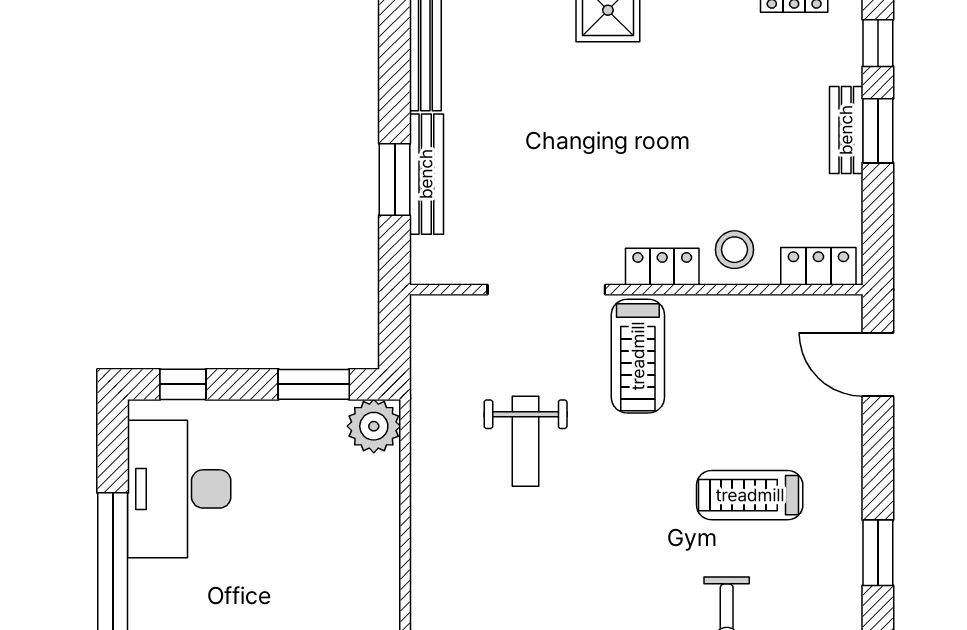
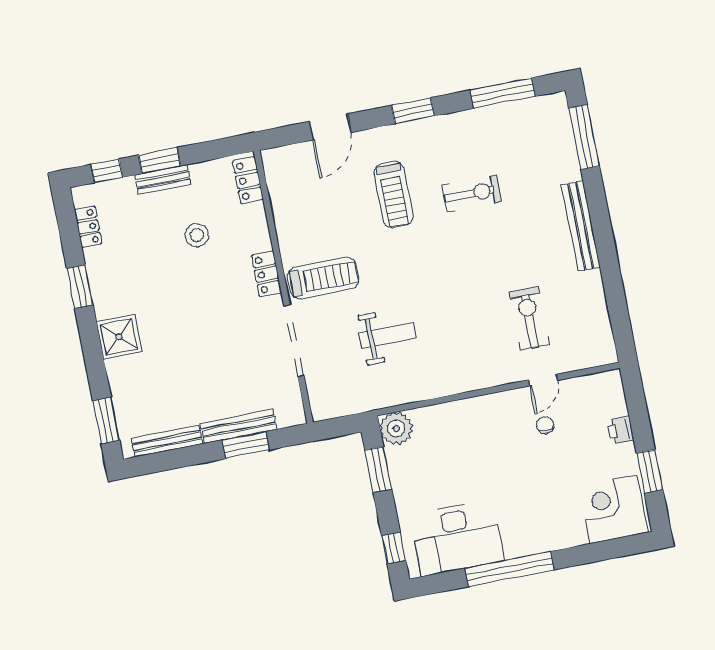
stool: (734, 250) -> (197, 235), moved
door: (878, 364) -> (330, 127), moved

